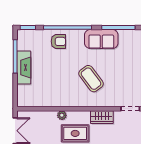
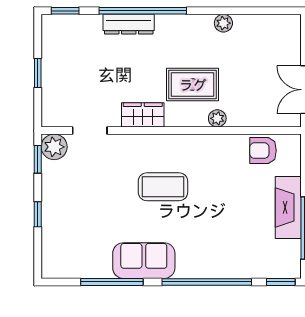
armchair: (58, 41) -> (263, 151), moved
coffee table: (91, 79) -> (163, 187), turned -53

